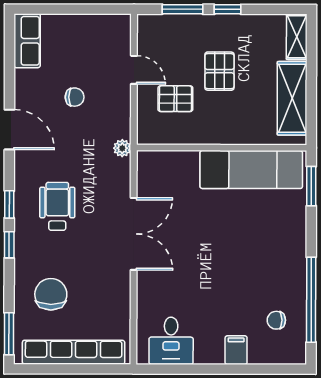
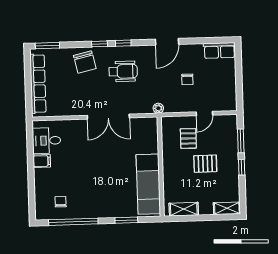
shelving: (292, 98) -> (184, 209), width x0.67, depth x0.75
window: (311, 186) -> (126, 220), moved
chair: (51, 294) -> (85, 62), moved, turned 77
filing cabinet: (236, 350) -> (42, 161), moved

